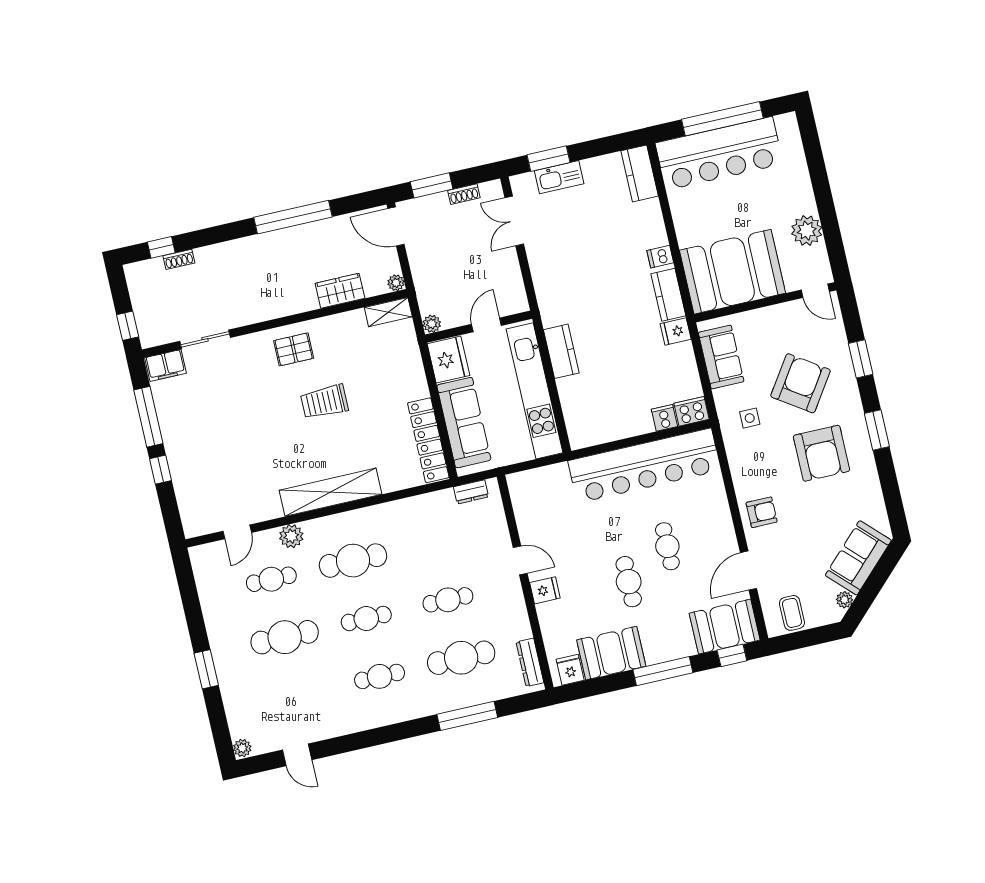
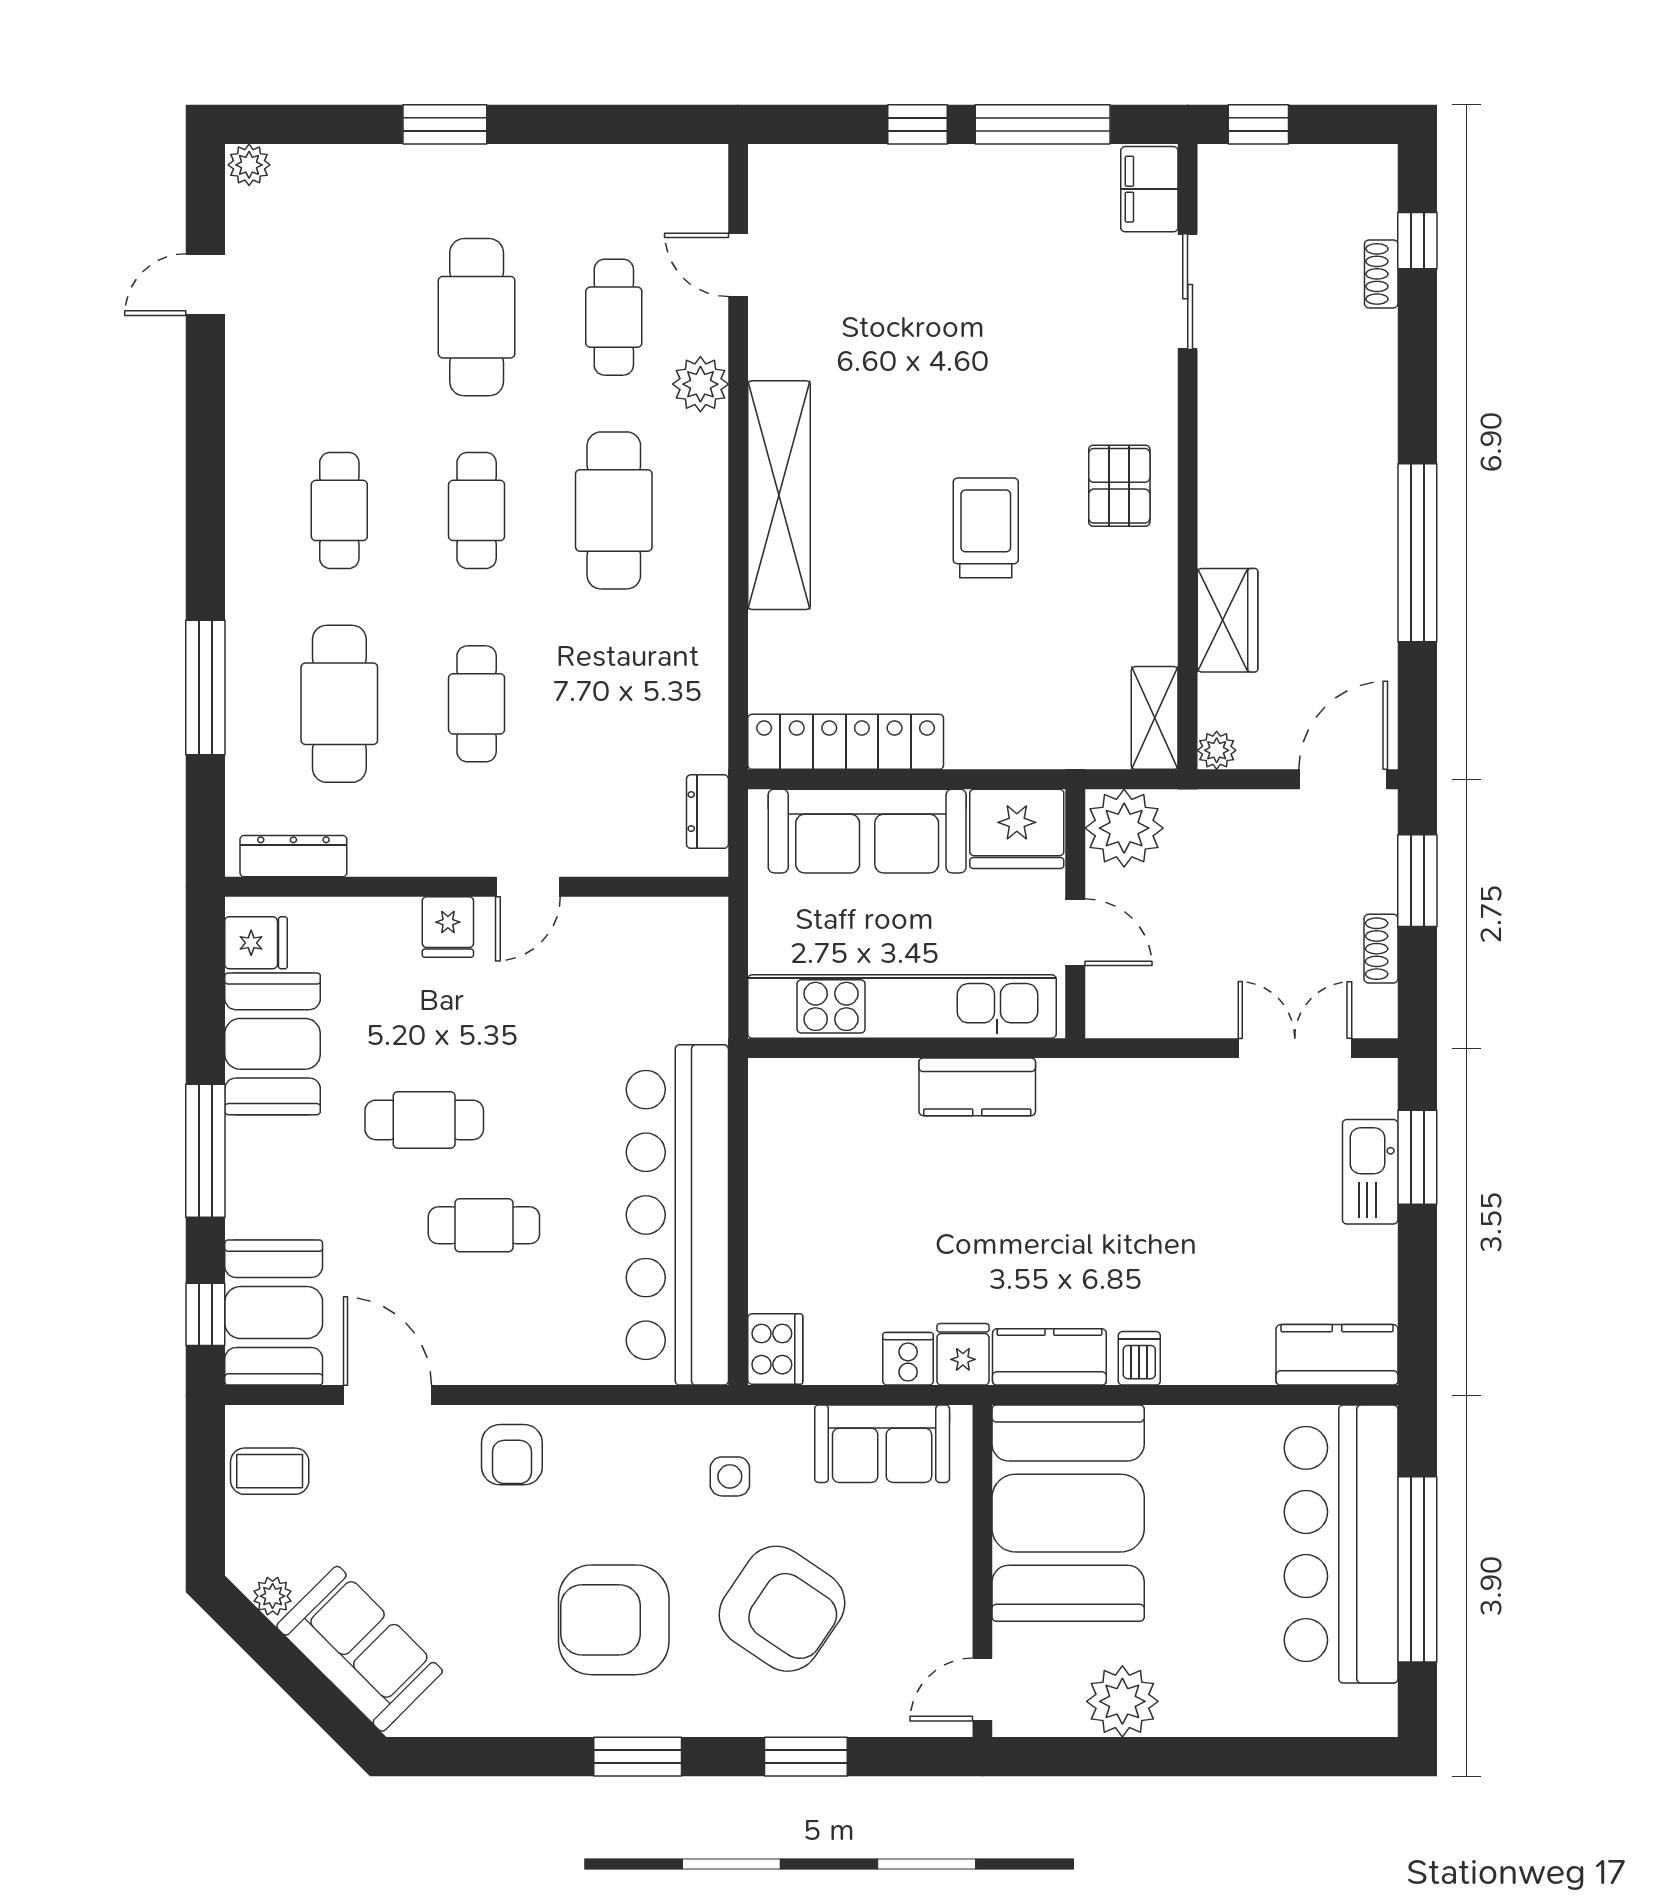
plant: (432, 324) -> (1124, 828), width x1.88, depth x1.88
cooker: (664, 418) -> (908, 1359), moved, turned -90

